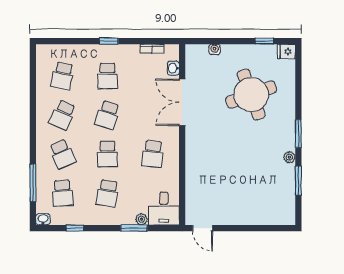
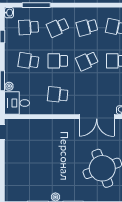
double door: (182, 102) -> (97, 117), swing flipped
school desk: (62, 115) -> (87, 27), turned -39
school desk: (108, 115) -> (87, 61), turned -42

